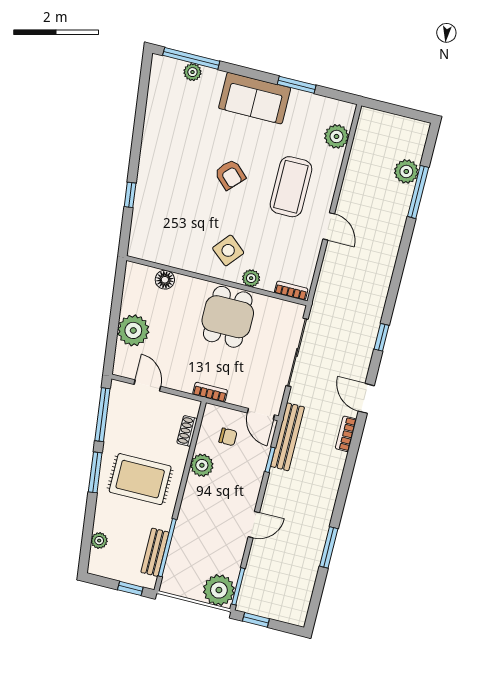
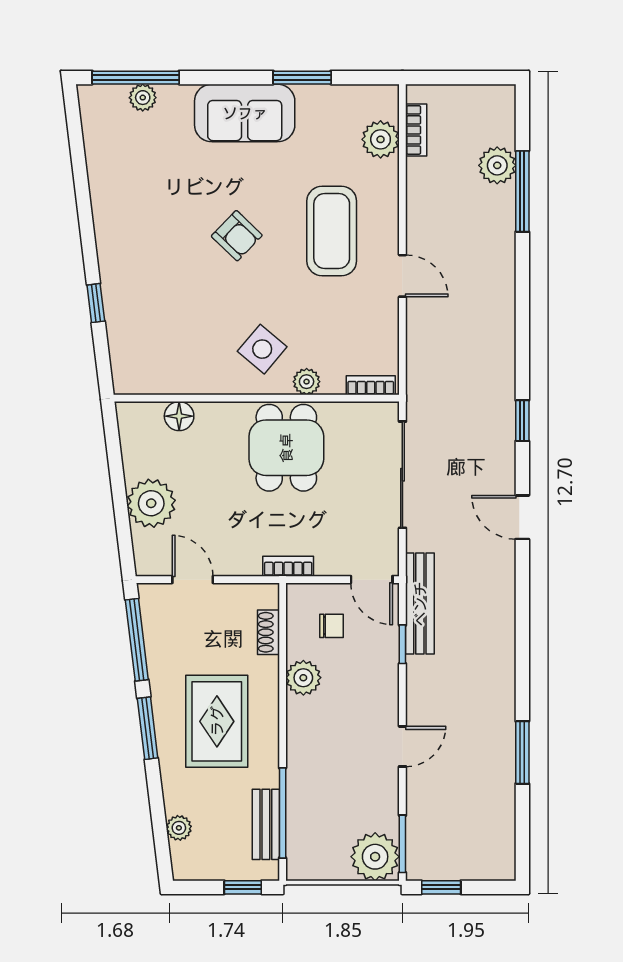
bookcase: (346, 434) -> (416, 130), moved, turned 180
rug: (140, 479) -> (217, 721), turned 90

